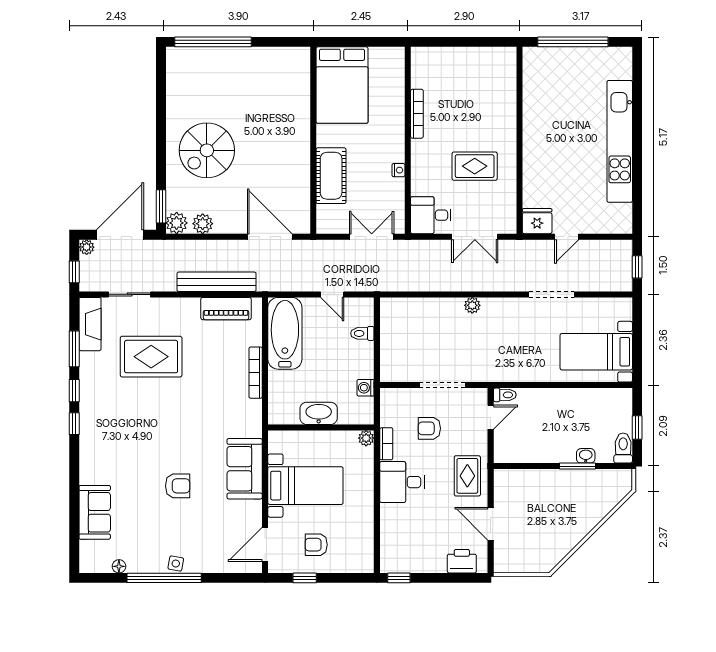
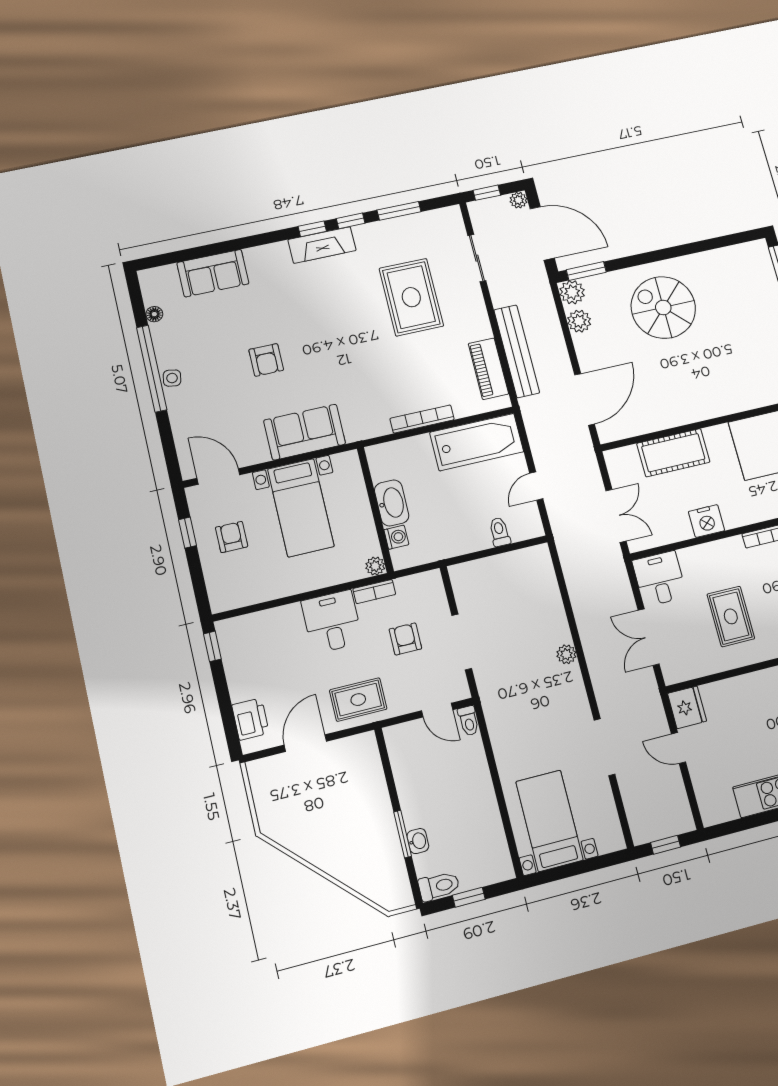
nightstand: (398, 170) -> (707, 521), width x1.89, depth x1.79
fireplace: (90, 324) -> (322, 245), moved
washing machine: (366, 388) -> (396, 537), moved, turned 90

